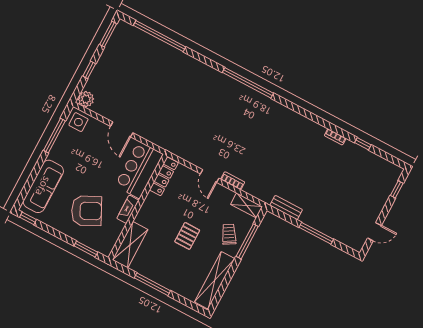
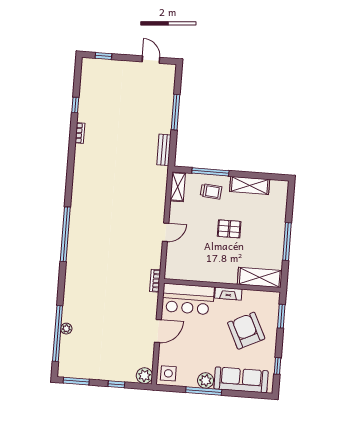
plant: (161, 46) -> (66, 329), added
window: (54, 136) -> (204, 391), moved
plant: (57, 154) -> (206, 380), added
locker: (164, 176) -> (184, 274), removed
bookcase: (233, 181) -> (155, 281), moved
window: (28, 218) -> (277, 366), moved
trolley: (229, 234) -> (211, 191), turned -144
shelving: (215, 280) -> (250, 185), width x0.68

